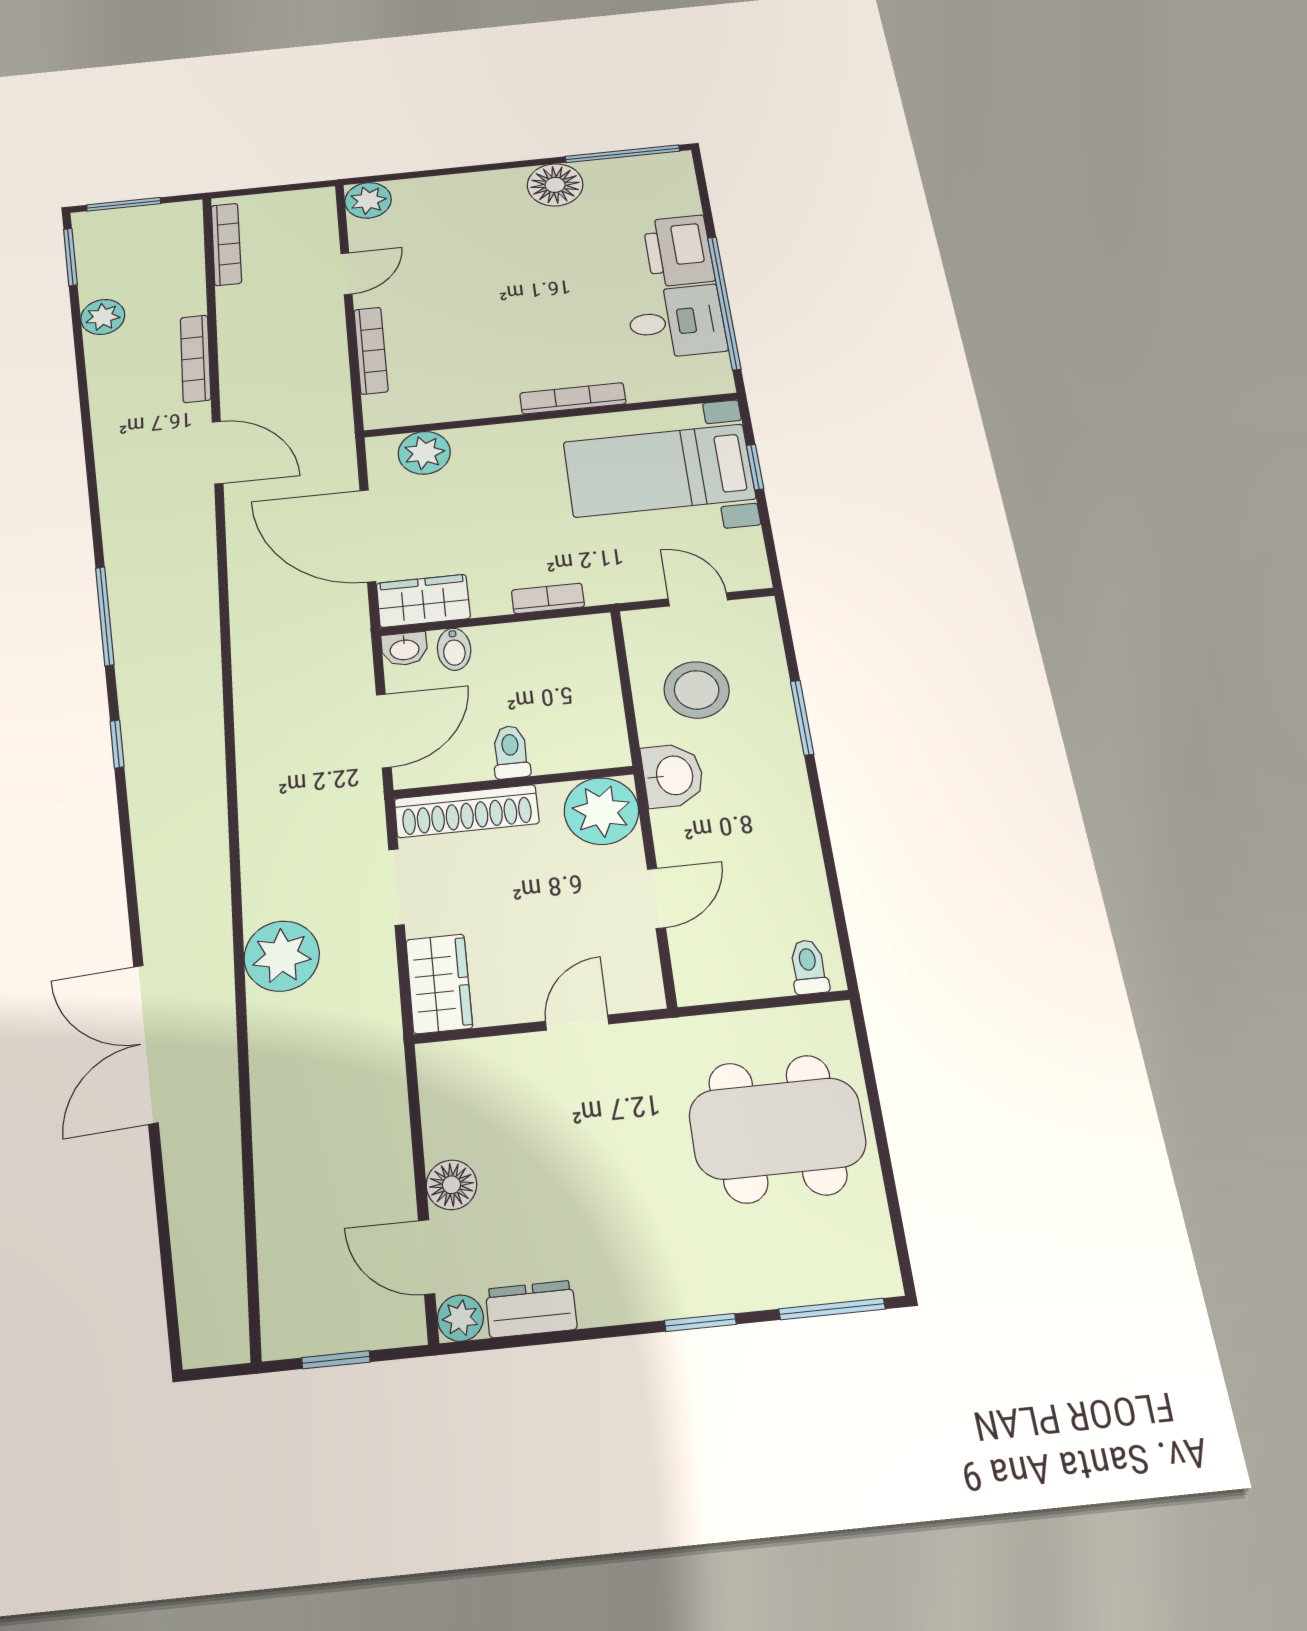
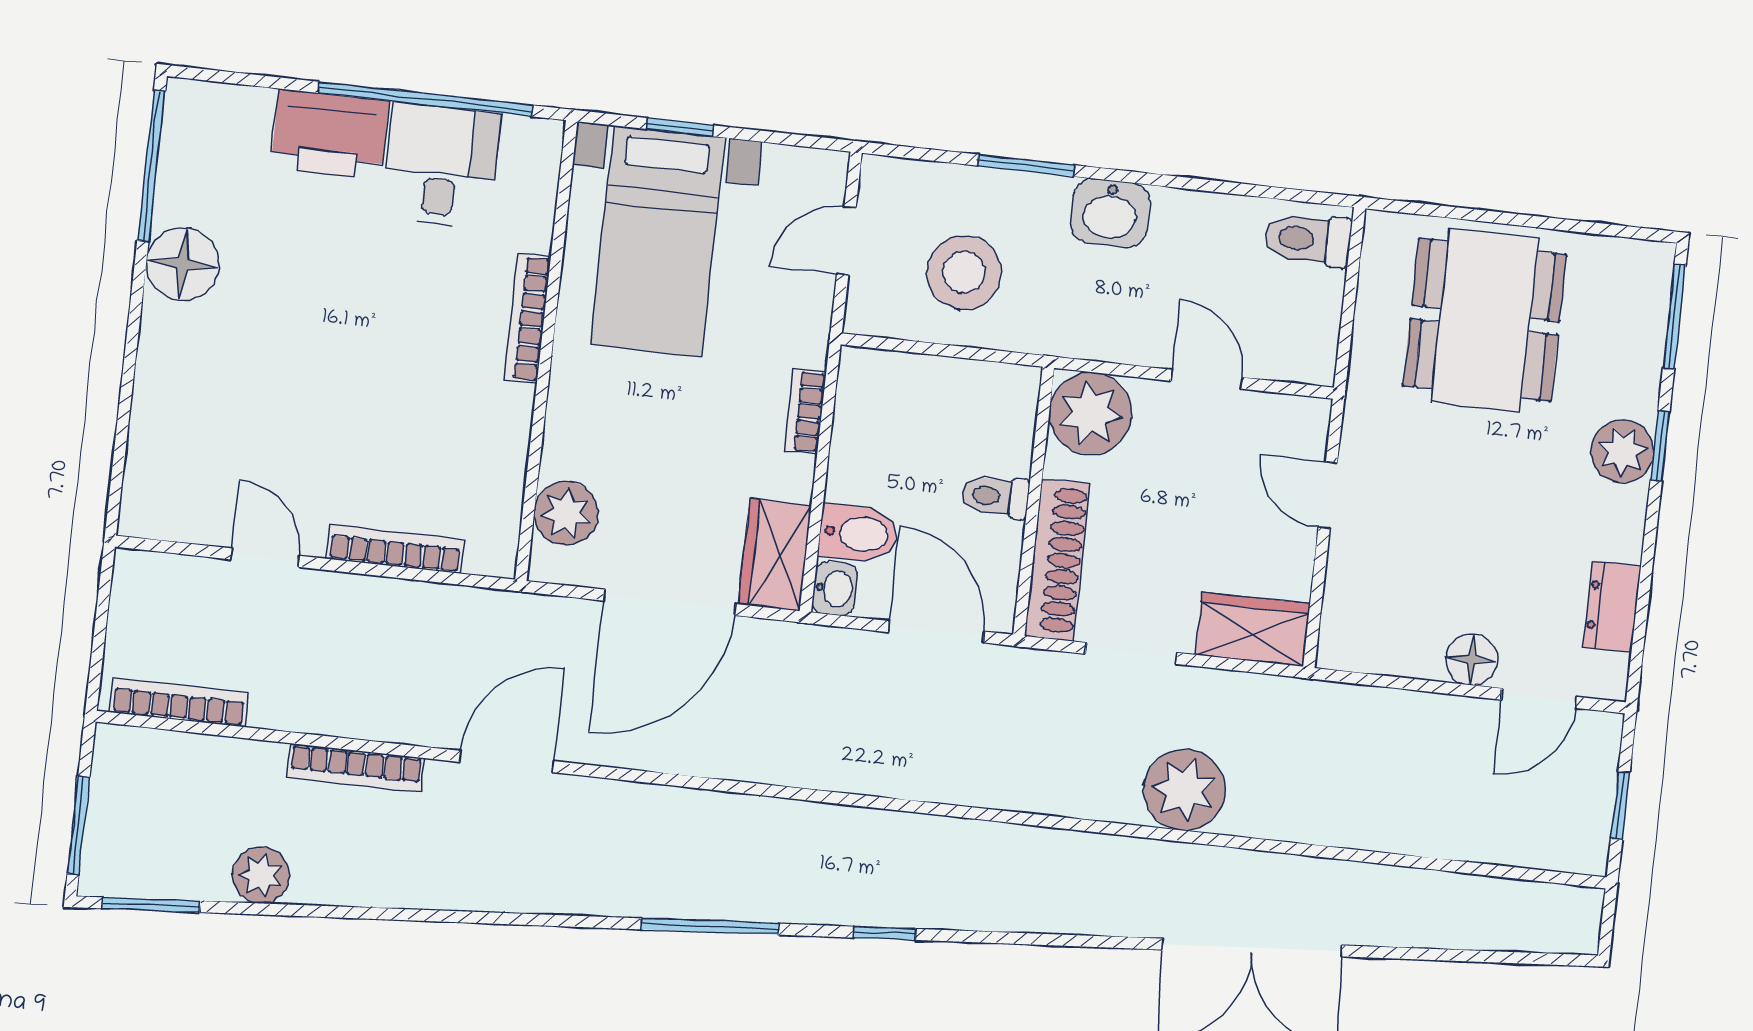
plant: (368, 200) -> (150, 509), removed
bidet: (454, 649) -> (858, 534), width x1.38, depth x1.36
washbasin: (673, 775) -> (1110, 213), moved, turned 180
toilet: (809, 967) -> (1308, 239), width x1.37, depth x1.39
plant: (460, 1318) -> (1622, 451), moved, width x1.38, depth x1.38

